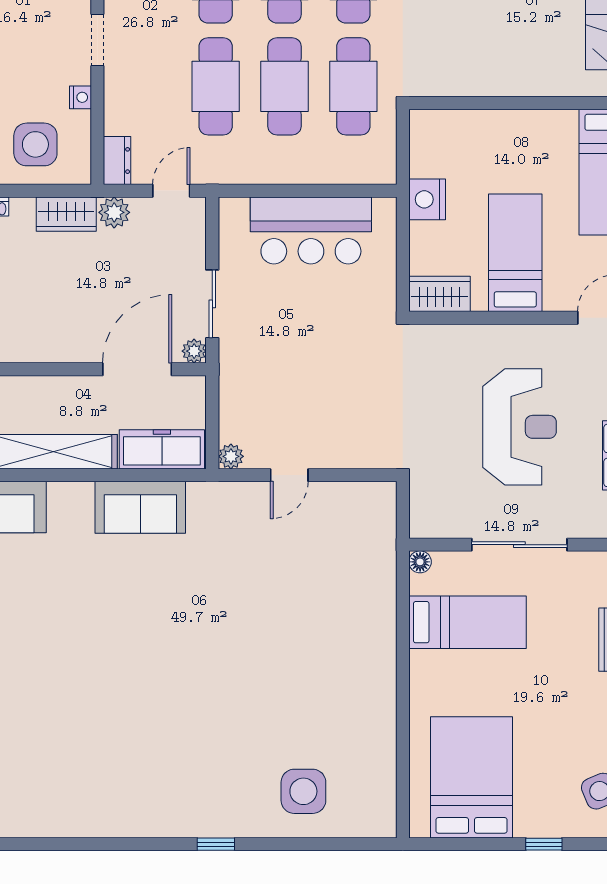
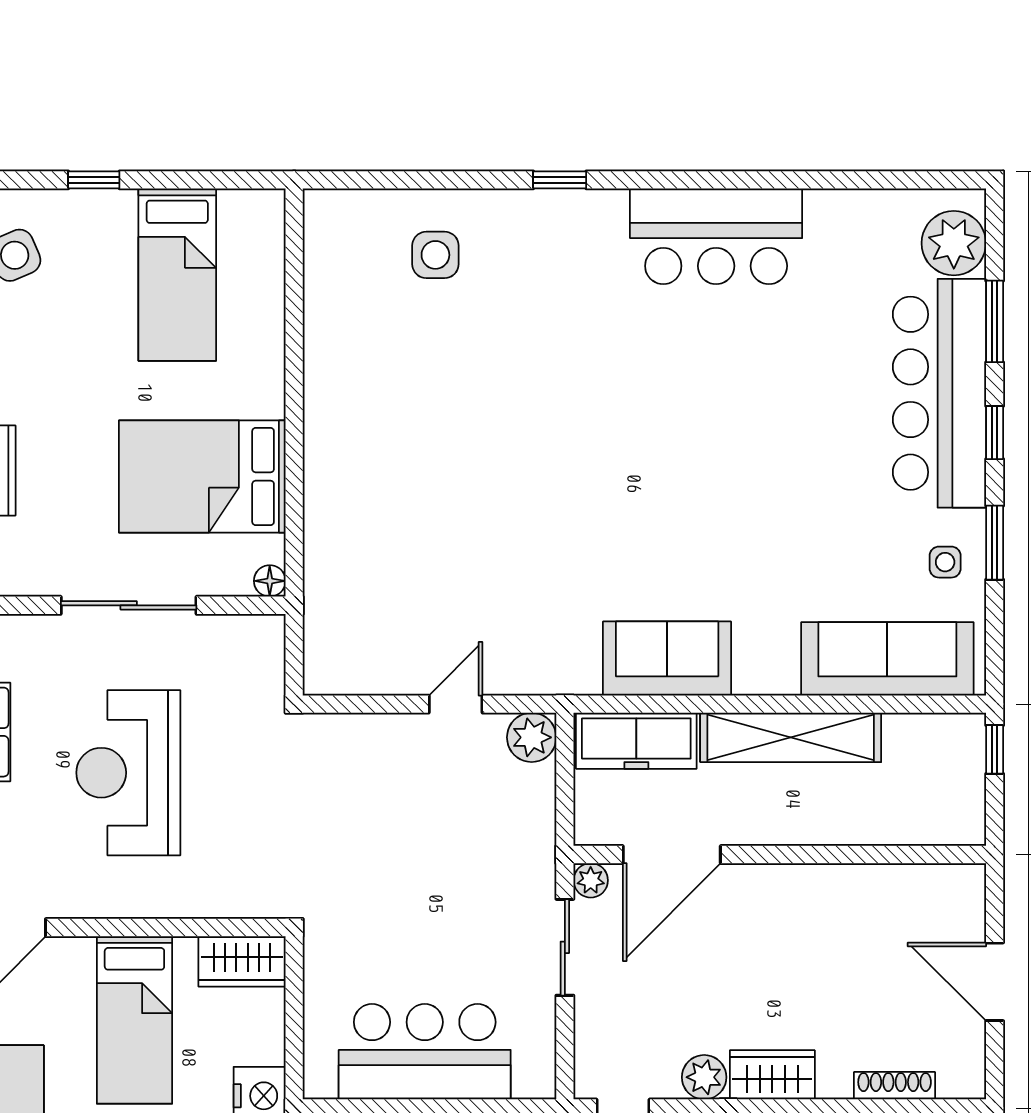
plant: (231, 456) -> (532, 737), width x1.38, depth x1.38
bed: (468, 622) -> (202, 477), width x1.50
bed: (471, 777) -> (177, 275), width x0.67
side table: (303, 791) -> (435, 255), width x0.73, depth x0.73
bar counter: (106, 804) -> (716, 236), added

